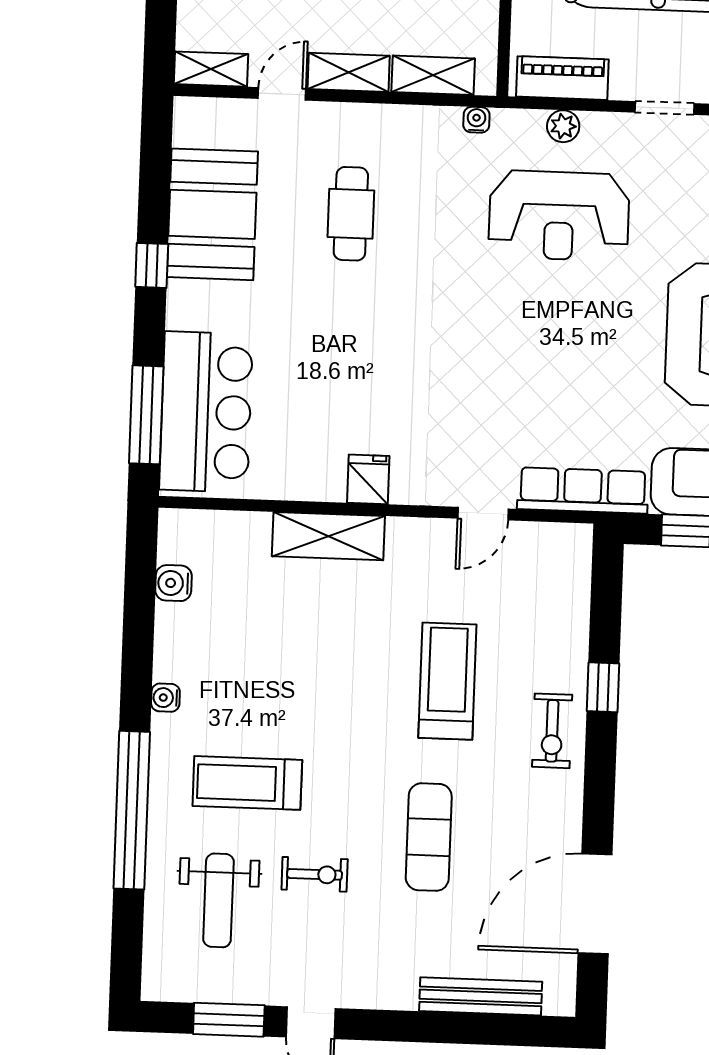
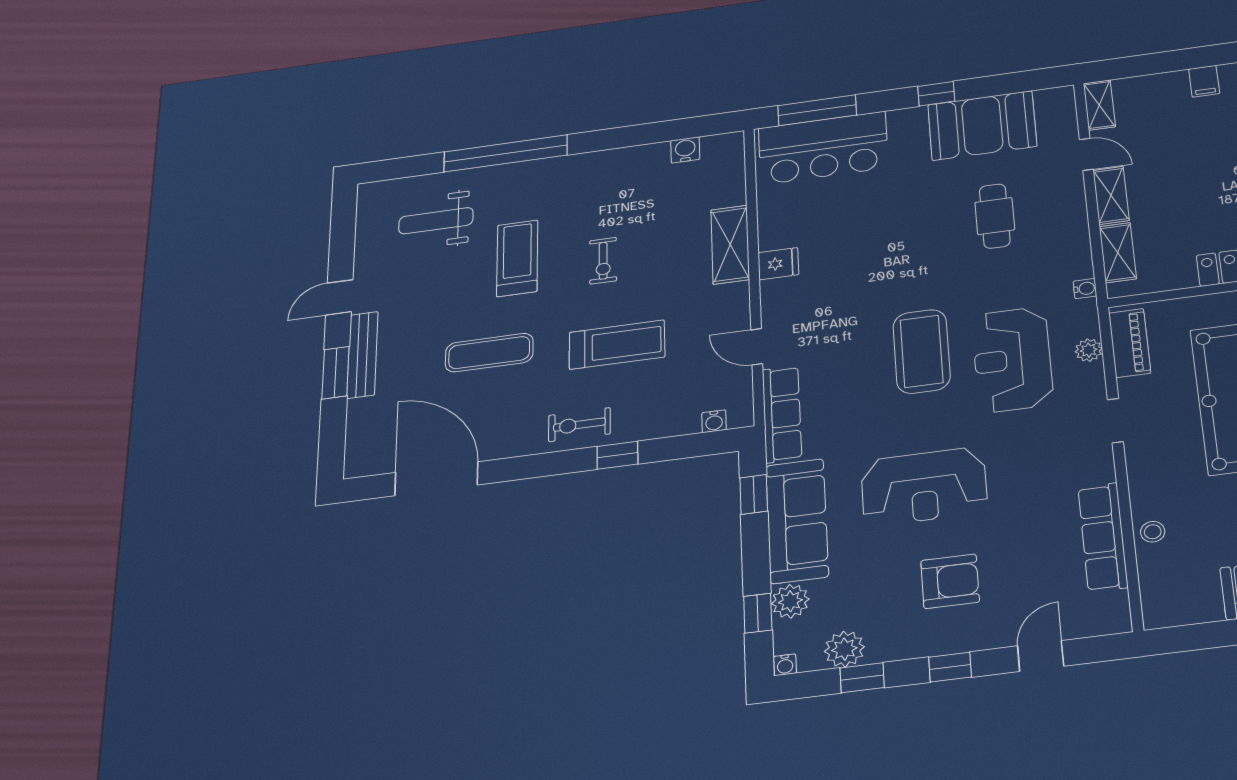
cafe table: (351, 214) -> (995, 216), turned 90
coffee table: (527, 320) -> (922, 351), added
water cooler: (165, 698) -> (714, 421), moved, turned 180
treadmill: (247, 783) -> (517, 258), moved
exercise bike: (315, 874) -> (603, 261), moved
bench: (481, 996) -> (362, 355), moved
window: (229, 1020) -> (335, 373), moved

